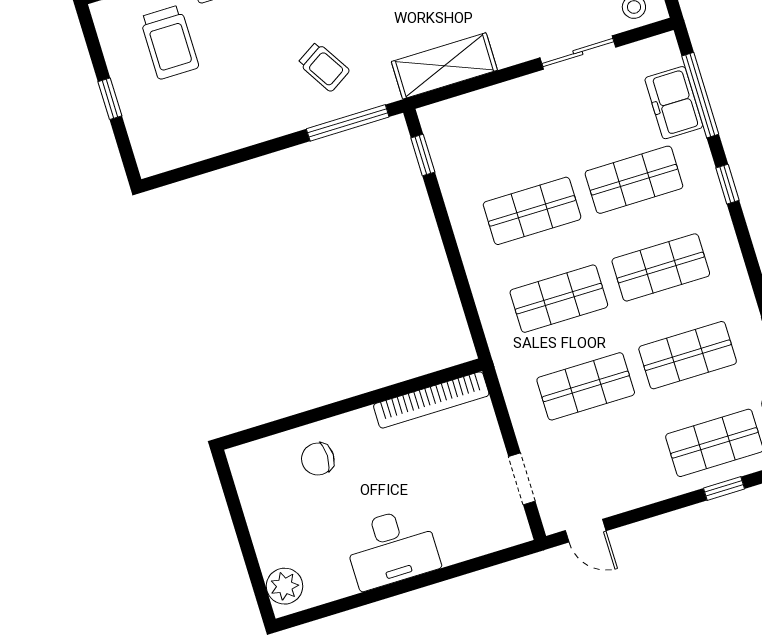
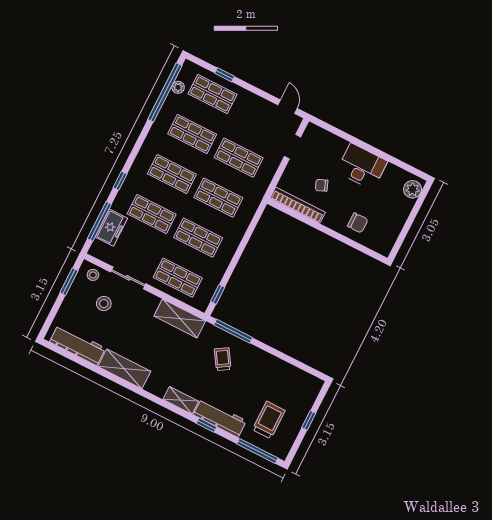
shop shelf: (505, 123) -> (178, 278), added
chair: (424, 463) -> (322, 185), added

